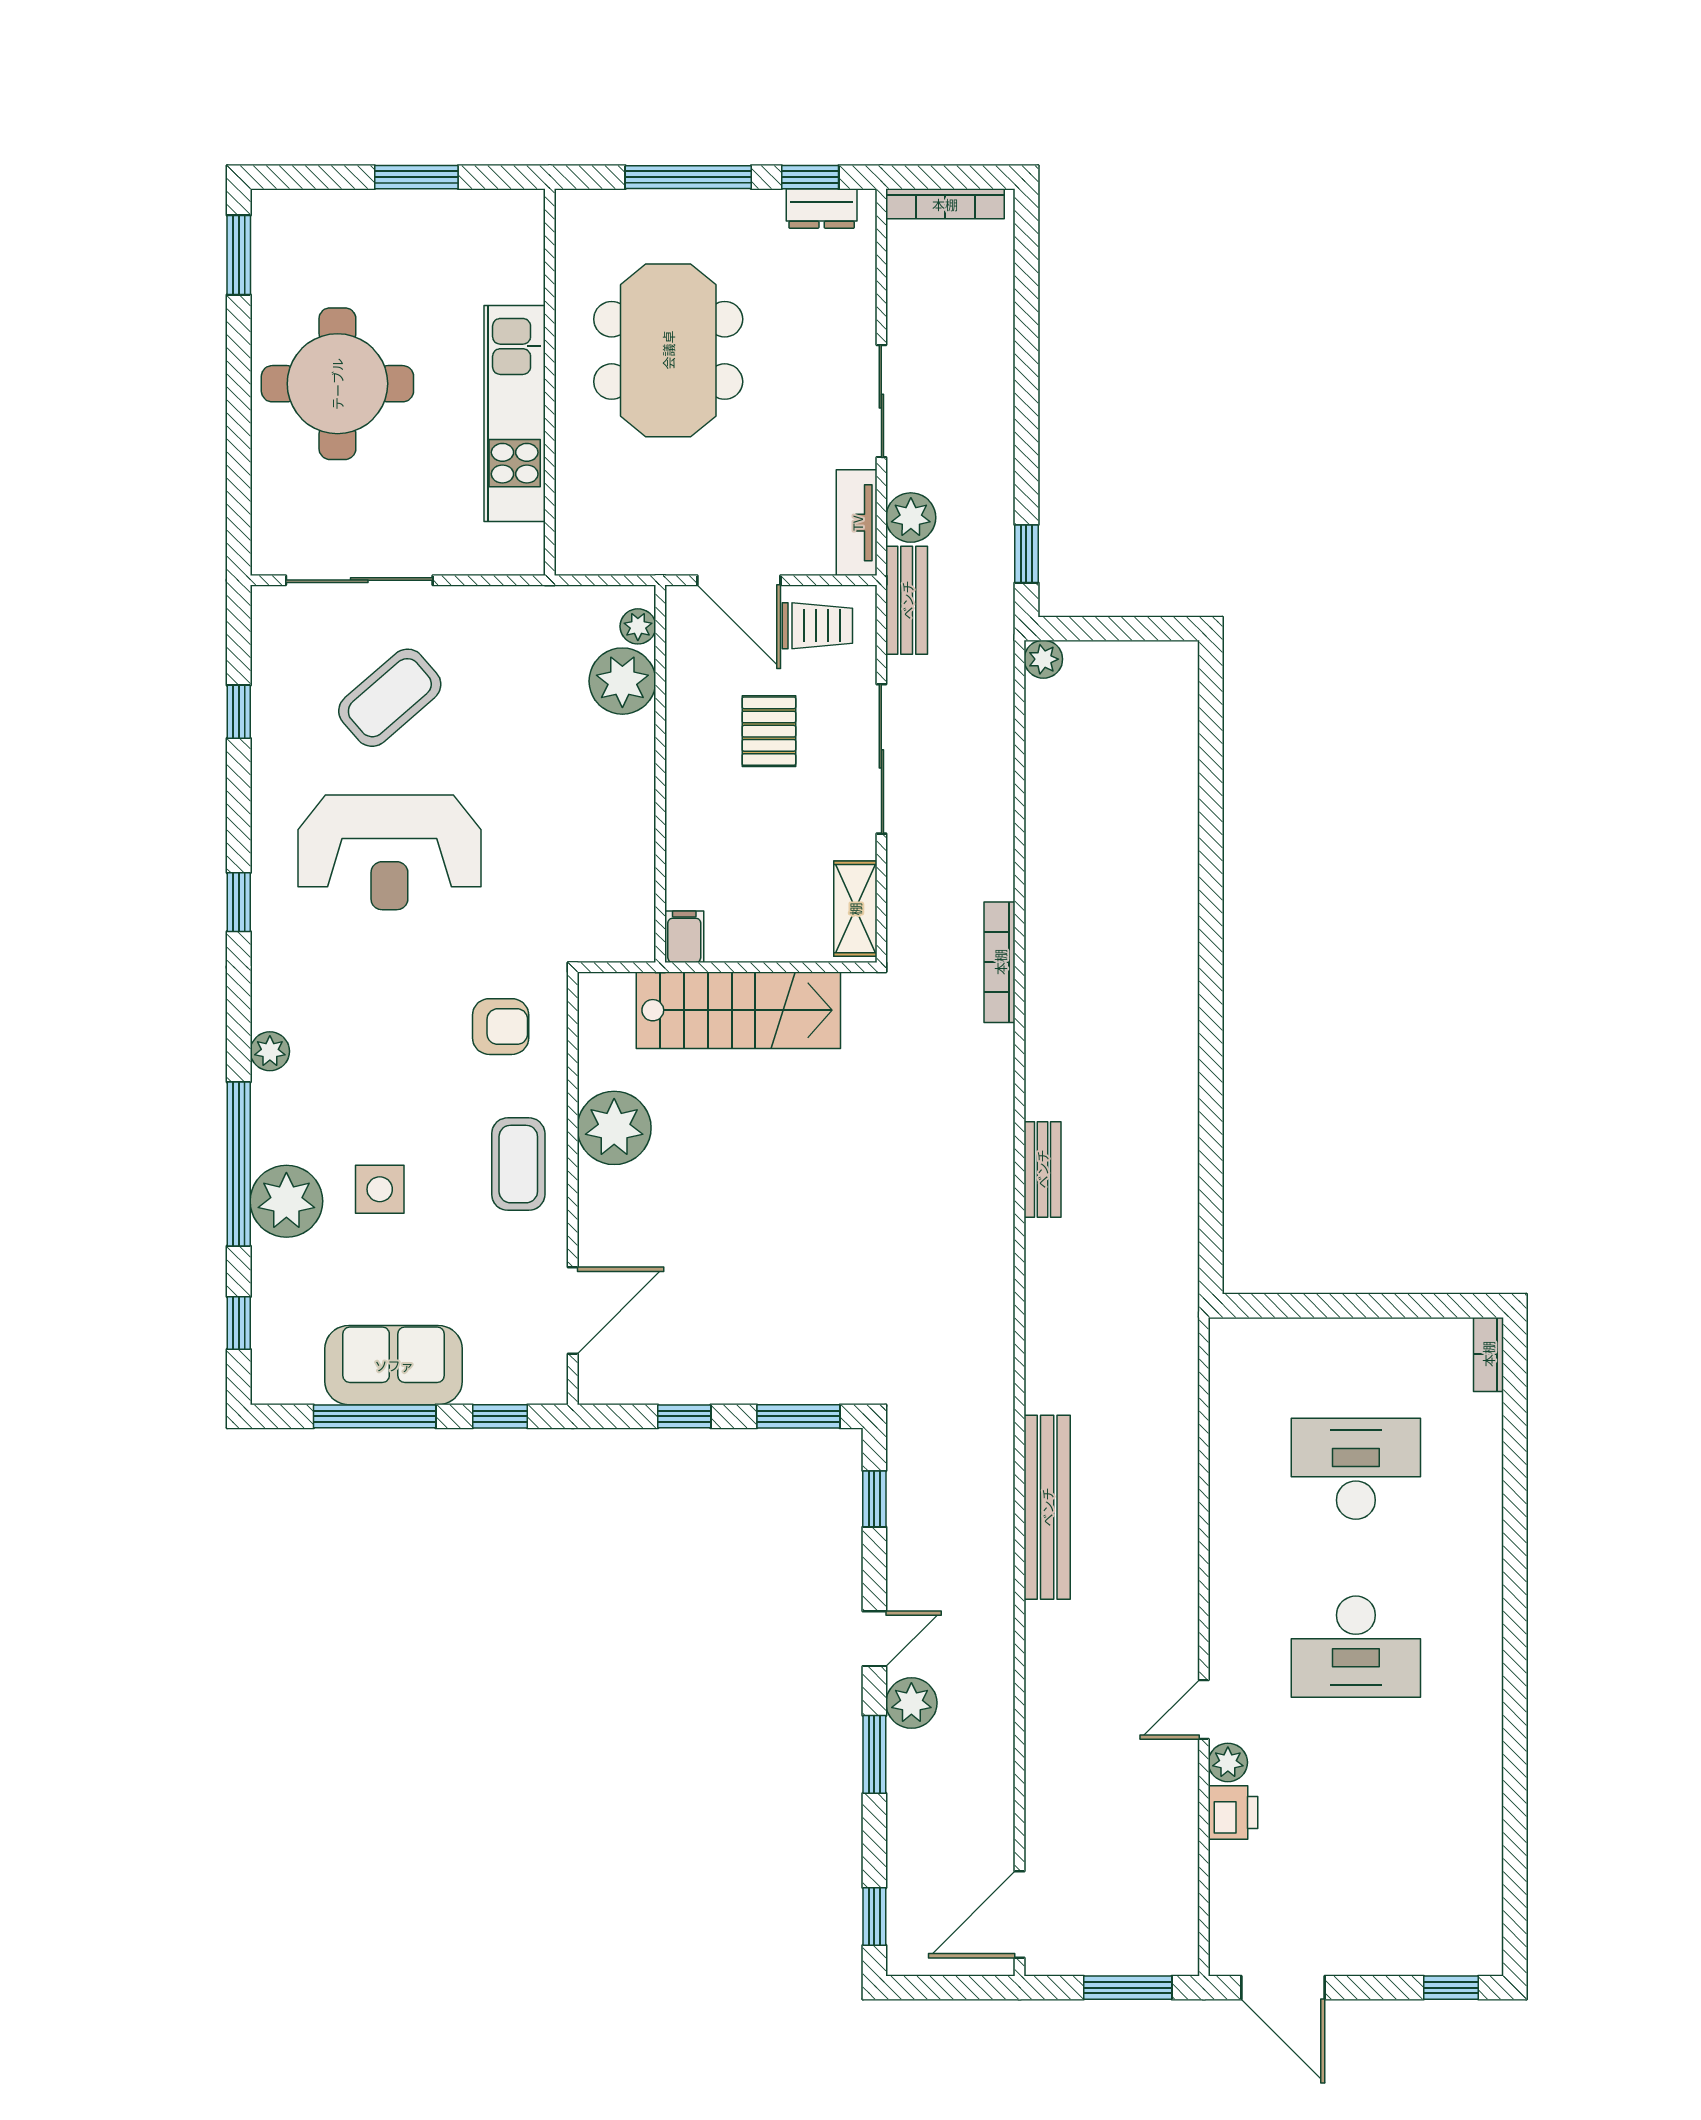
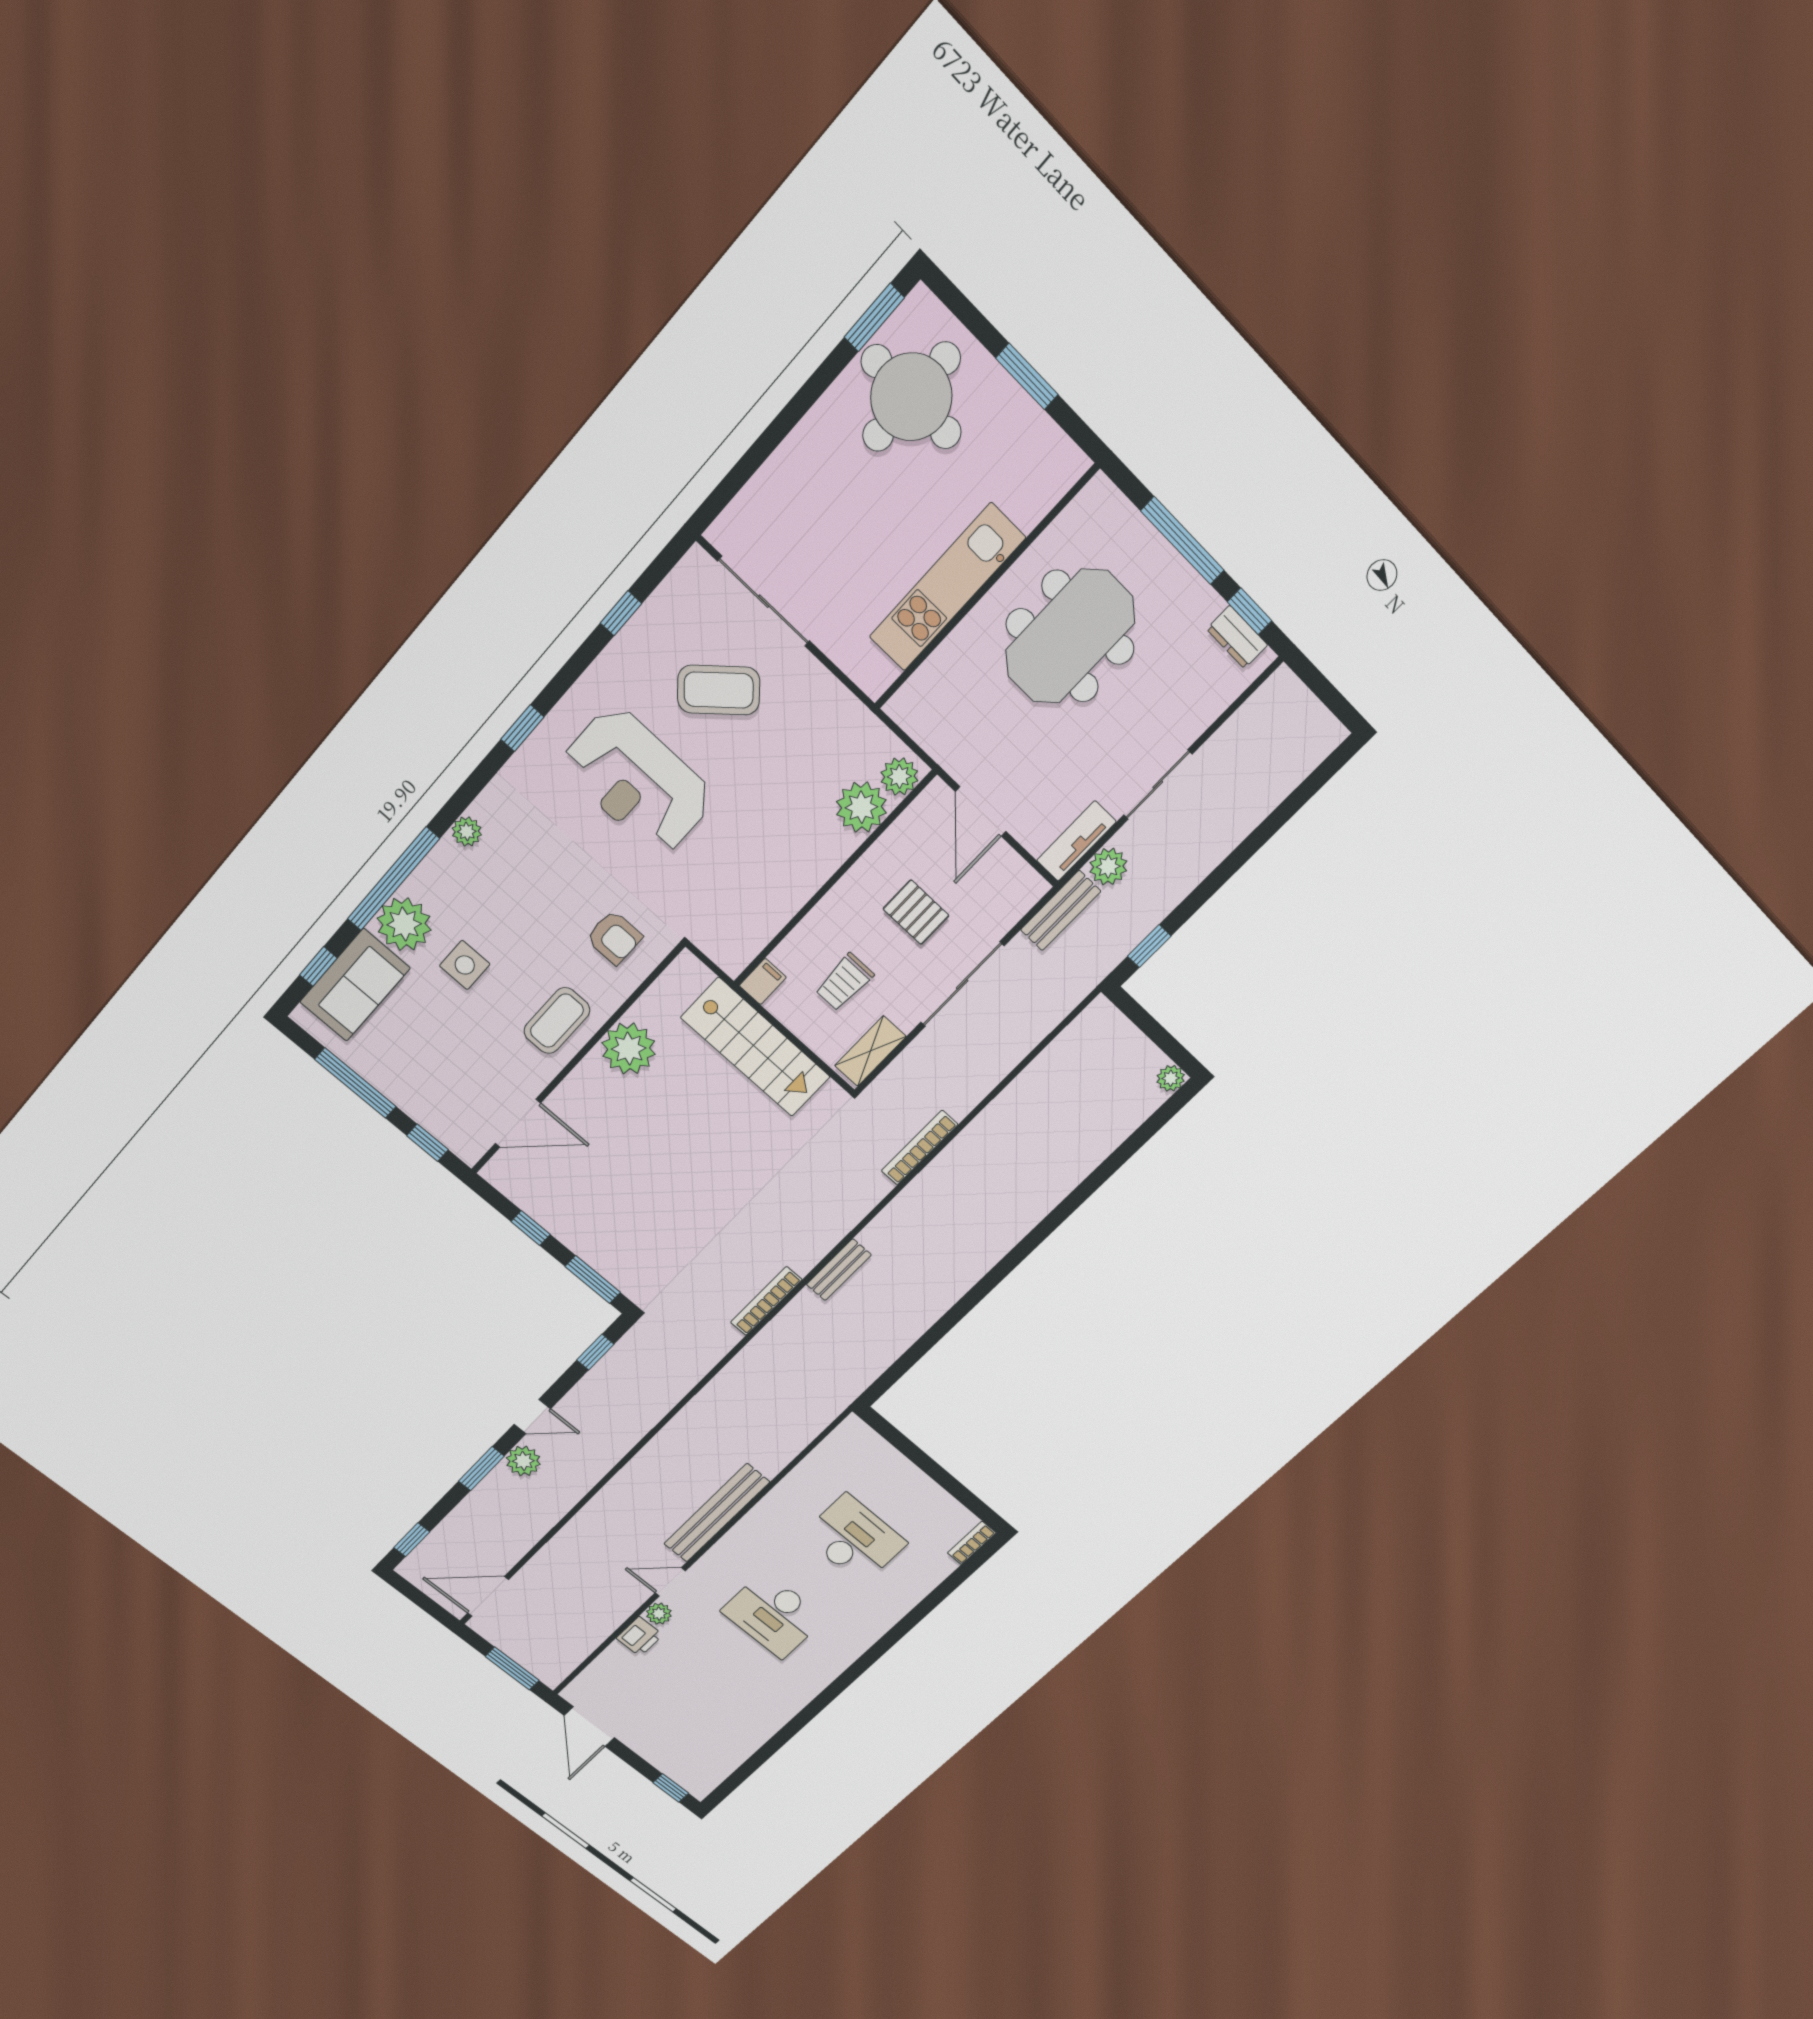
bookcase: (945, 204) -> (766, 1301), moved, turned 90
round table: (337, 384) -> (911, 397), moved
plant: (638, 626) -> (899, 777), width x1.38, depth x1.38
trolley: (817, 626) -> (844, 982), moved, turned 90
plant: (1043, 659) -> (1171, 1078), moved
pallet: (769, 731) -> (916, 912), turned 90
sofa: (394, 1365) -> (355, 985), moved, turned 90
bench: (1047, 1507) -> (717, 1513), moved

